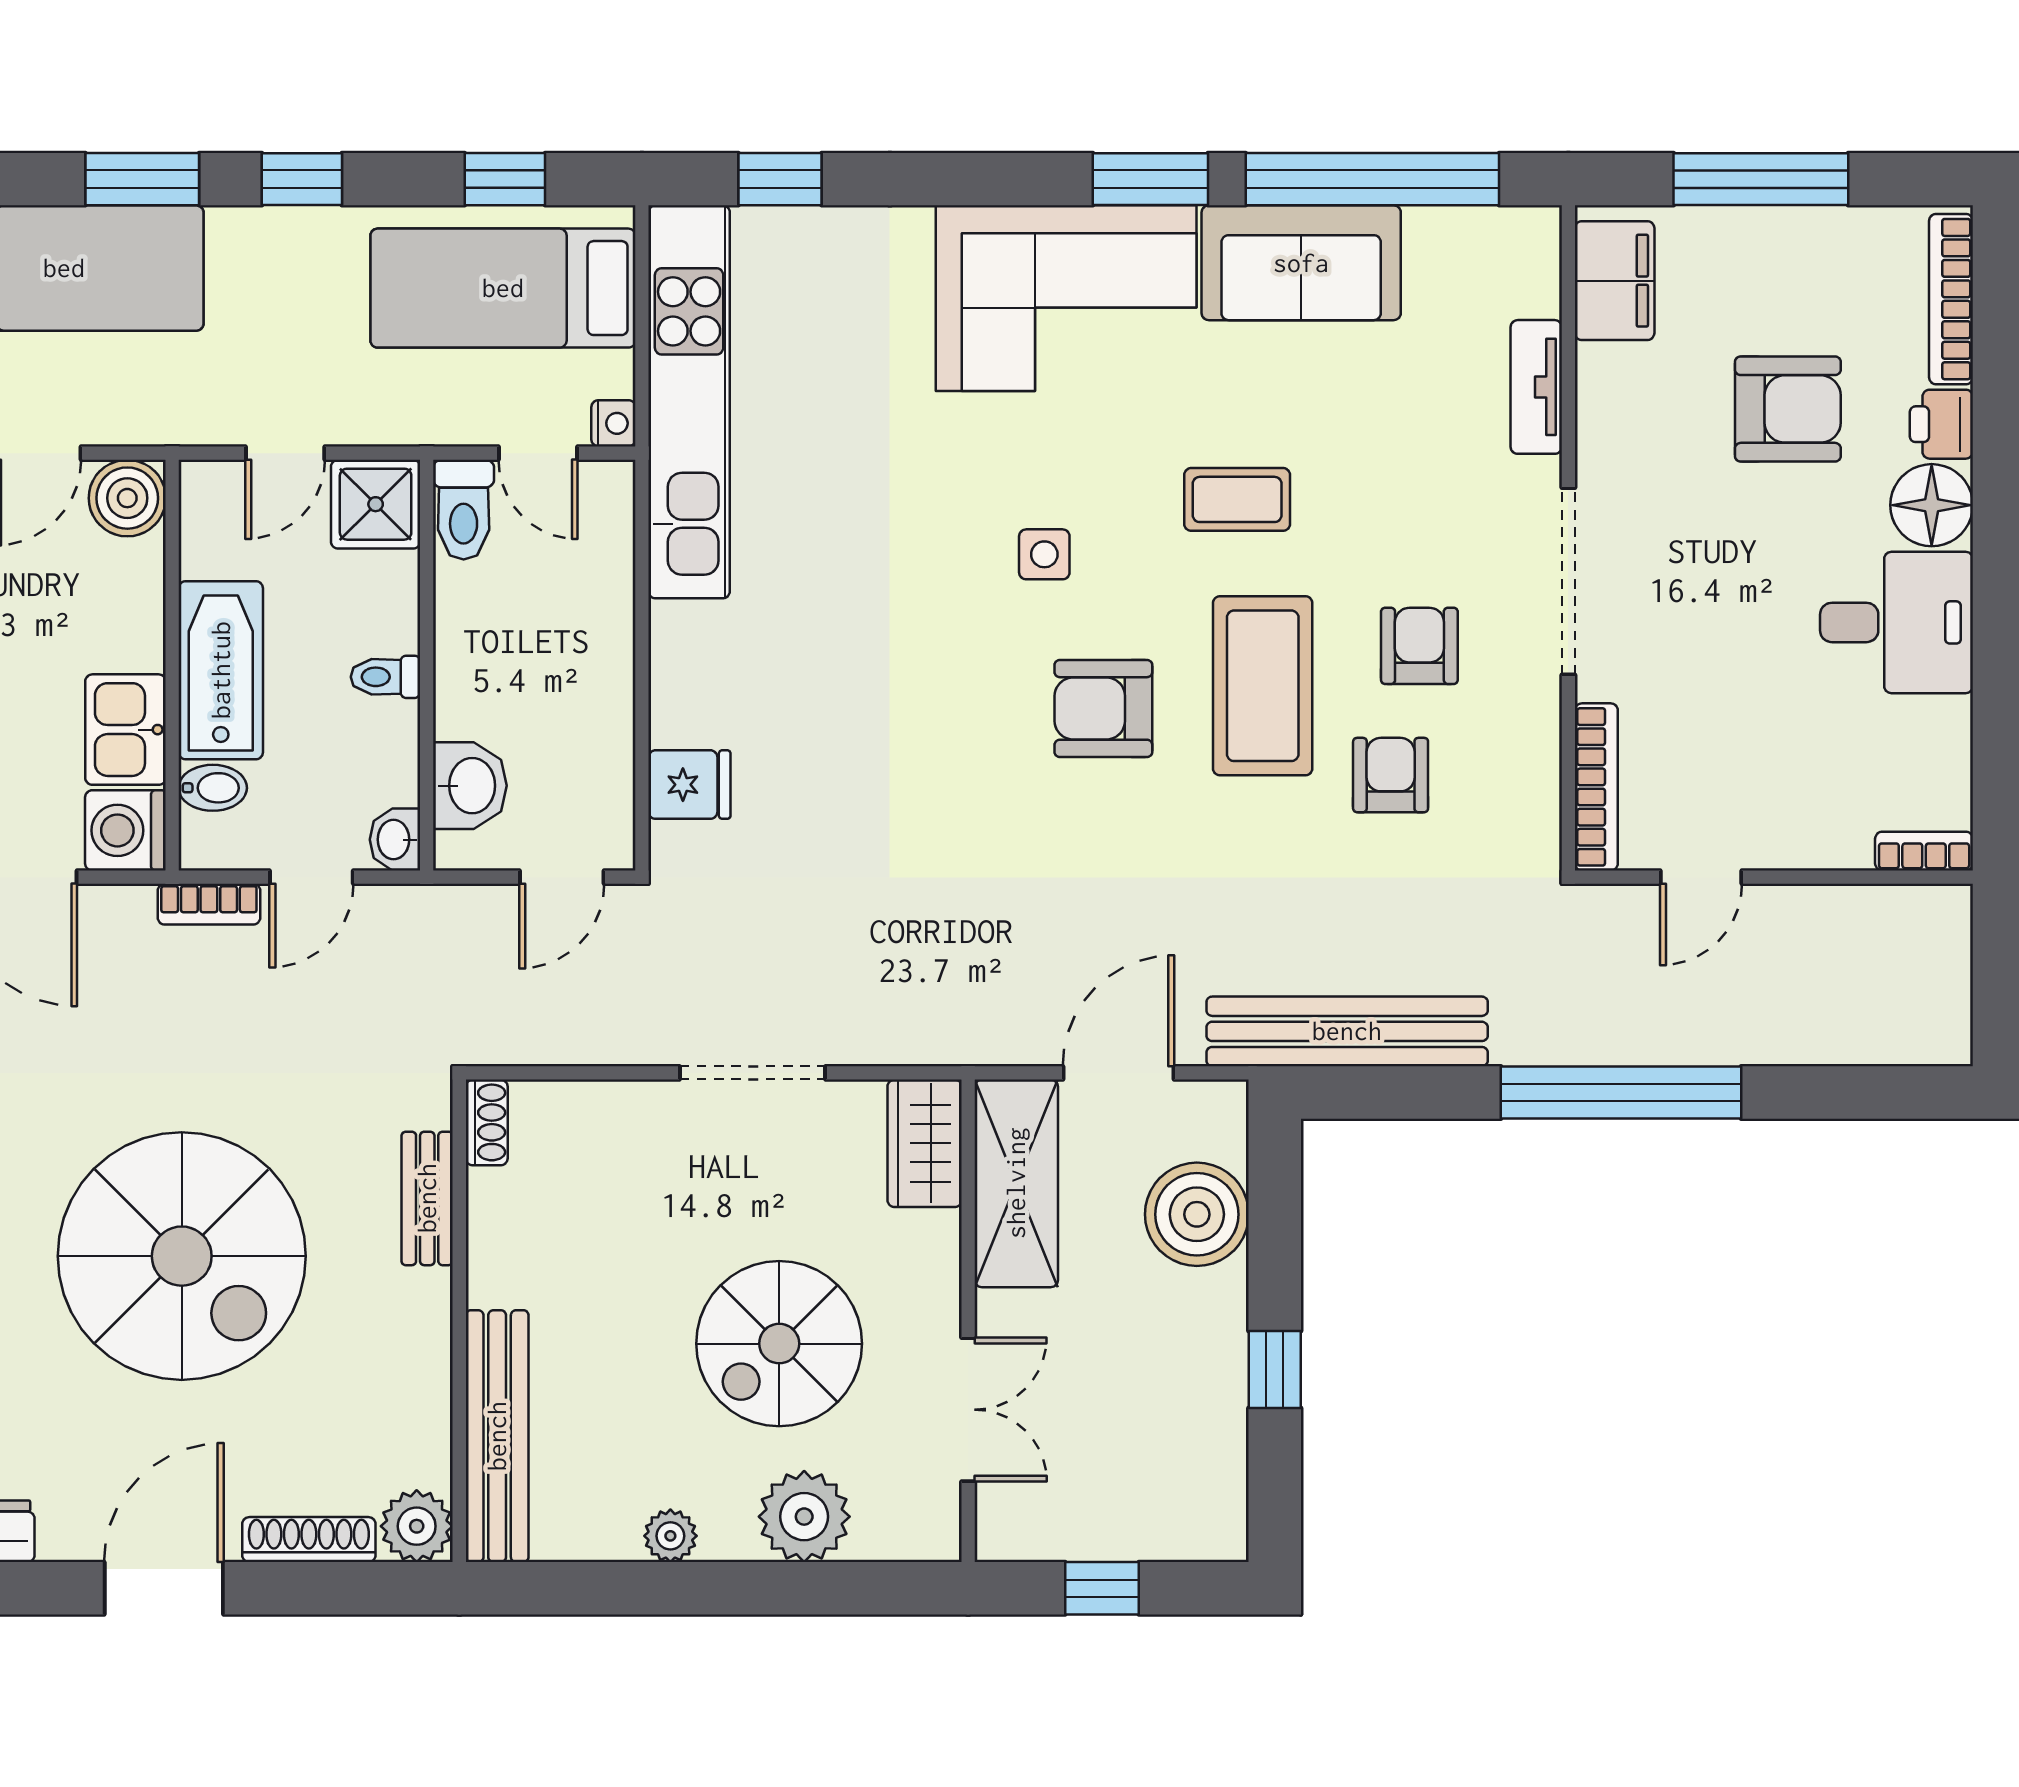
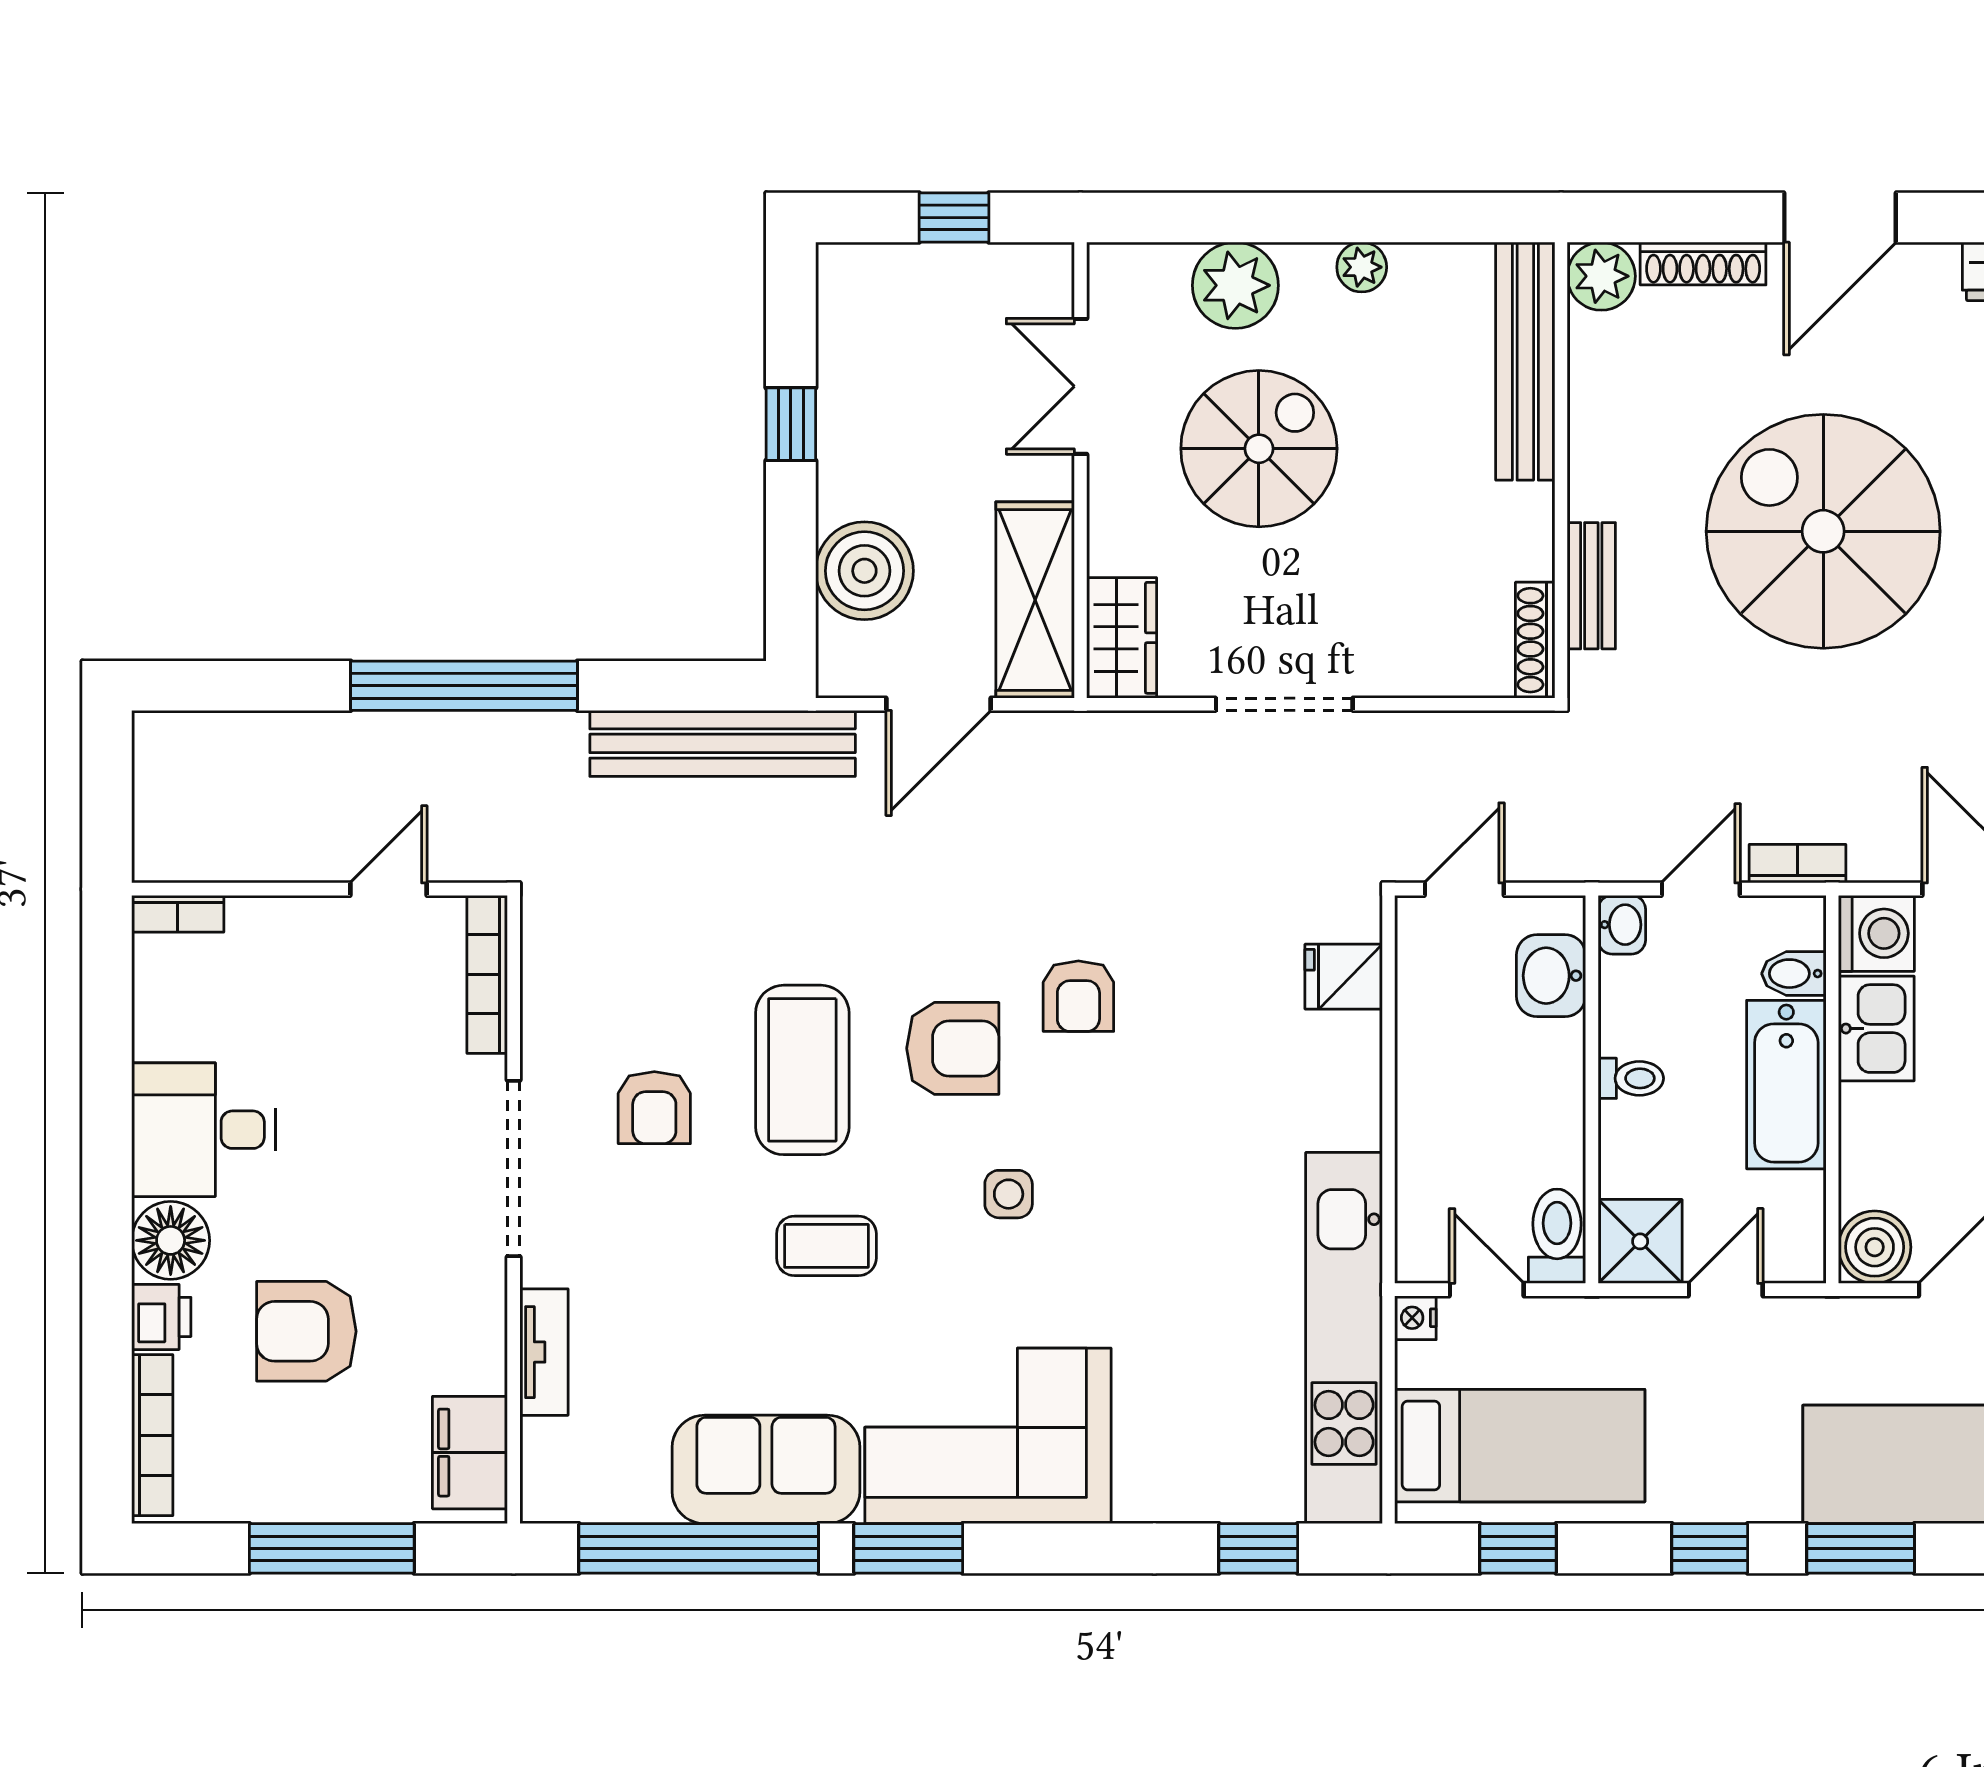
armchair: (1391, 775) -> (1078, 996), moved
shoe rack: (487, 1122) -> (1535, 640), width x1.43

